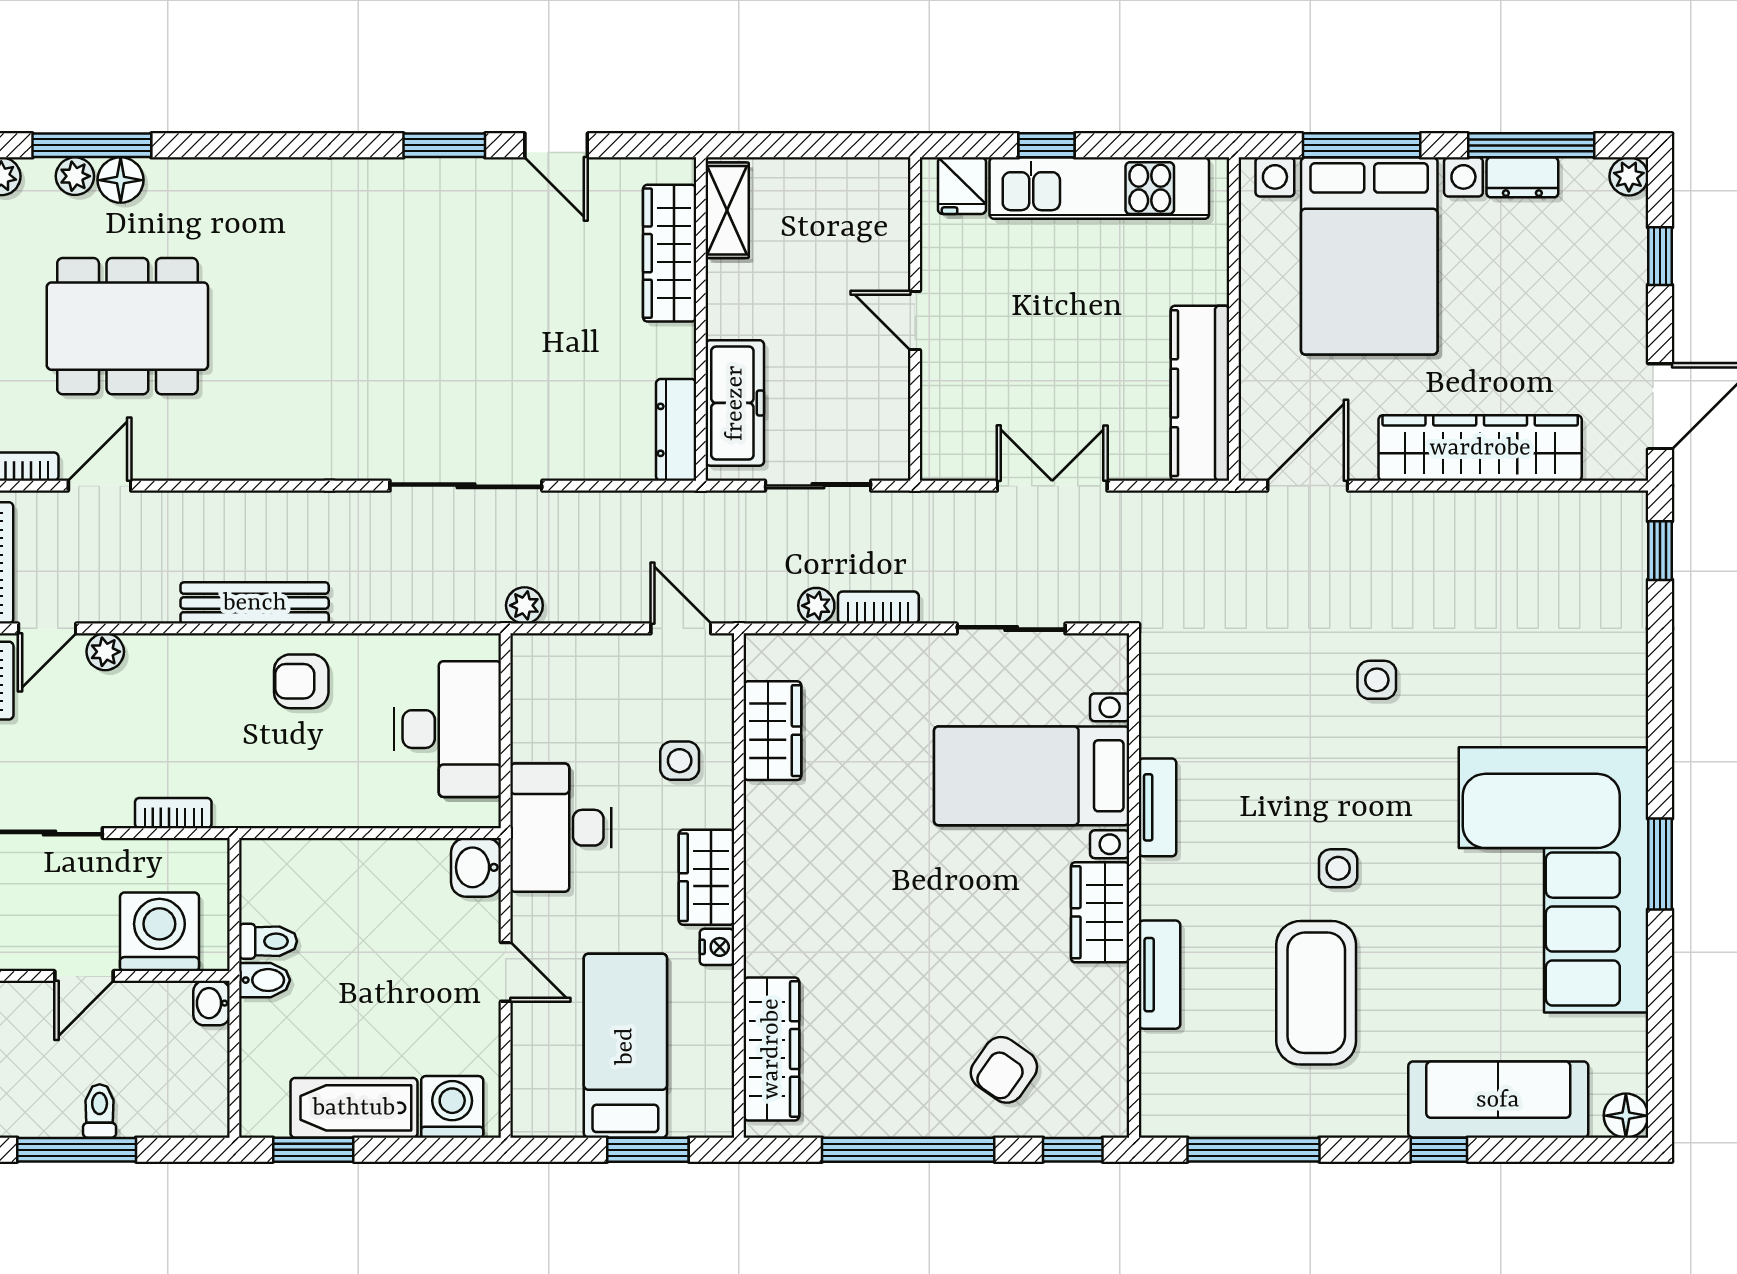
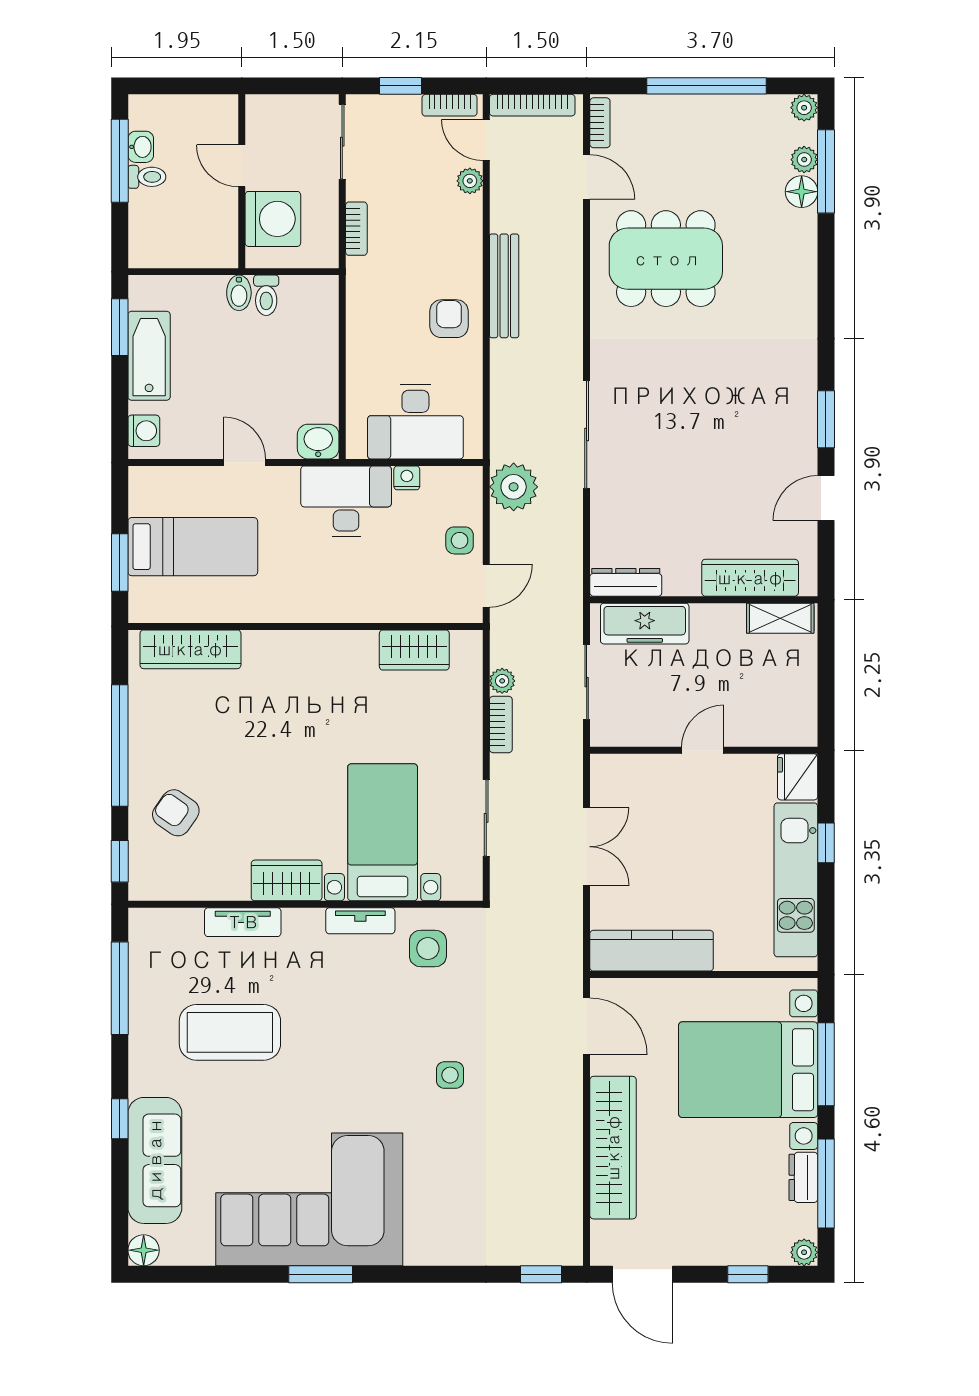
fridge: (962, 186) -> (798, 777), width x1.38
dining table: (127, 326) -> (666, 259), moved, turned 90
plant: (524, 605) -> (514, 487), width x1.88, depth x1.88
side table: (680, 761) -> (460, 540), moved
side table: (1338, 868) -> (428, 948), moved, width x1.37, depth x1.37
wardrobe: (707, 877) -> (311, 604), removed
nightstand: (717, 947) -> (407, 478), moved, turned 180
door: (506, 972) -> (245, 462), swing flipped
washbasin: (212, 1003) -> (141, 147), moved, turned 90
washing machine: (452, 1107) -> (144, 431), width x0.73, depth x0.73

